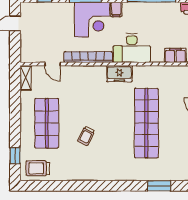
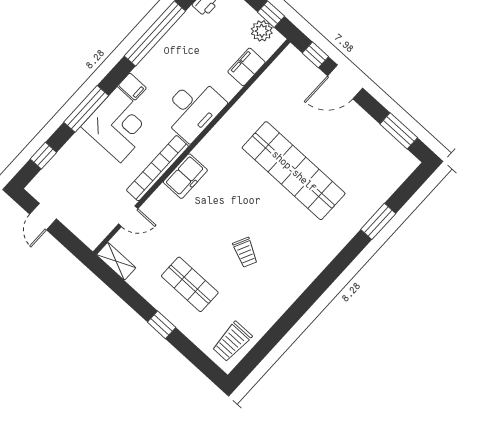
freezer: (119, 74) -> (185, 176), moved
shop shelf: (47, 123) -> (190, 284), width x0.70, depth x0.74
window: (15, 156) -> (162, 325), moved

